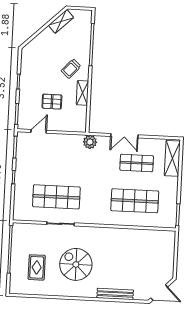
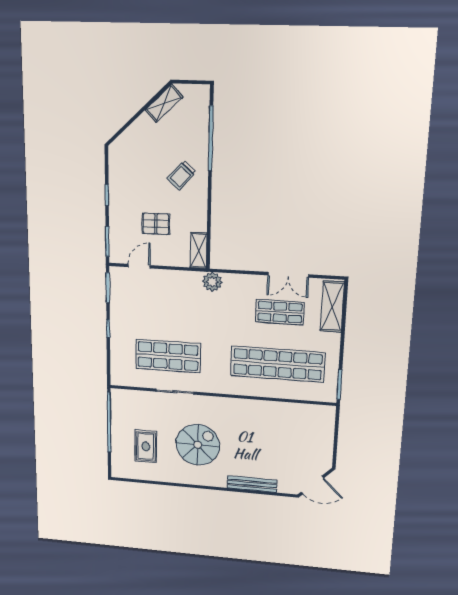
shelving: (82, 93) -> (199, 250), moved
double door: (124, 136) -> (288, 275), moved
shop shelf: (135, 201) -> (278, 364), width x1.40
spiral stairs: (76, 264) -> (198, 445), turned 90

